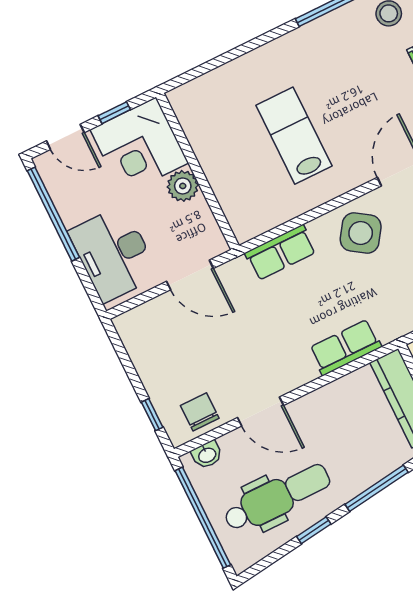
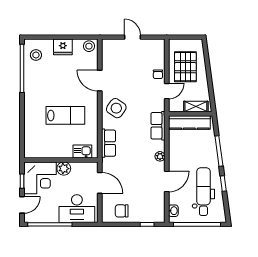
lab bench: (294, 136) -> (65, 115), turned 180
kitchen sink: (237, 207) -> (82, 151), added
door: (190, 275) -> (100, 183), hinge flipped
row of seats: (345, 347) -> (158, 126), moved
plant: (306, 372) -> (160, 156), added
chair: (200, 412) -> (122, 211), moved

